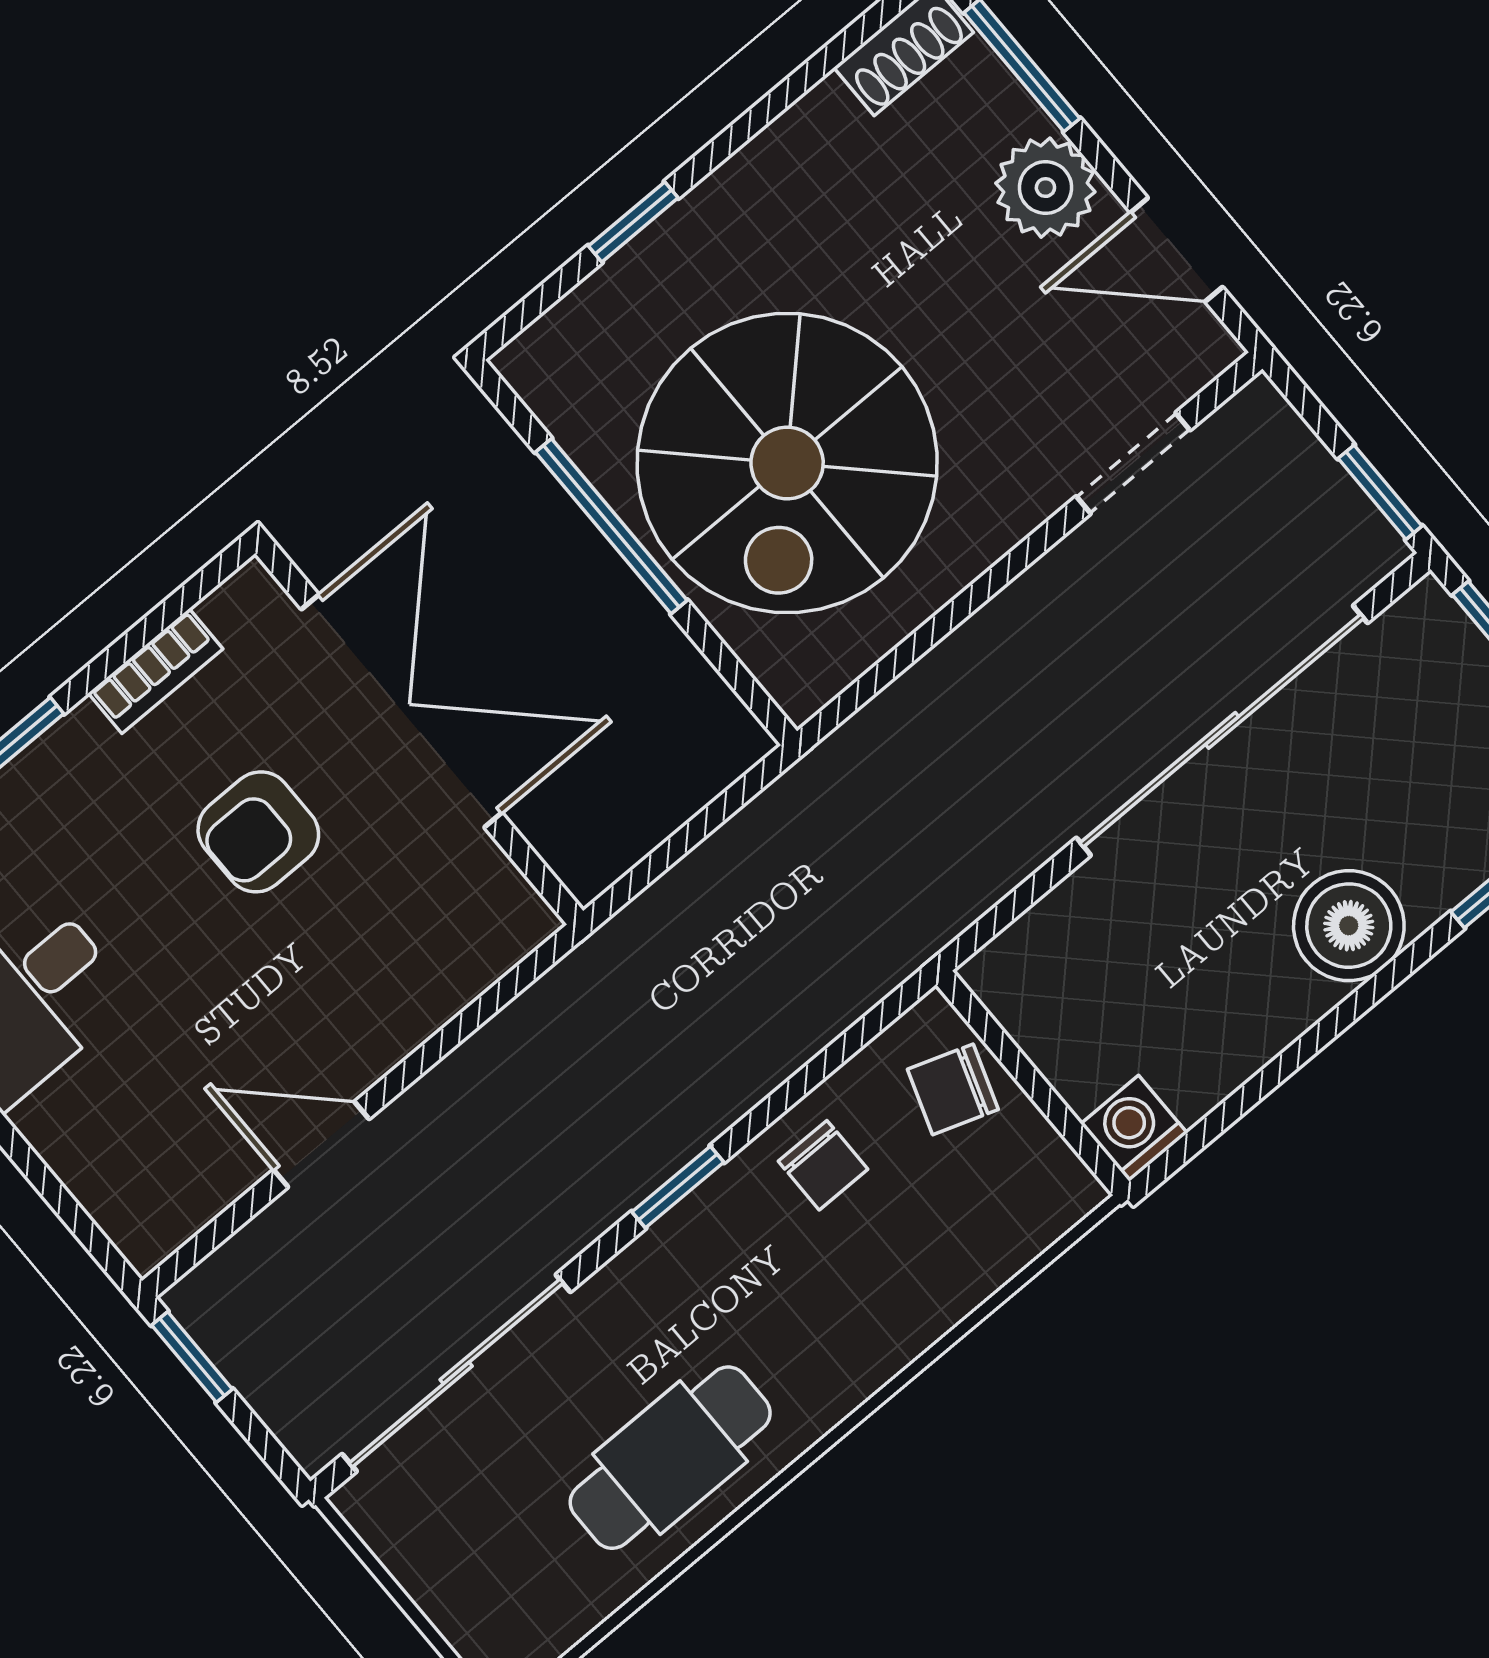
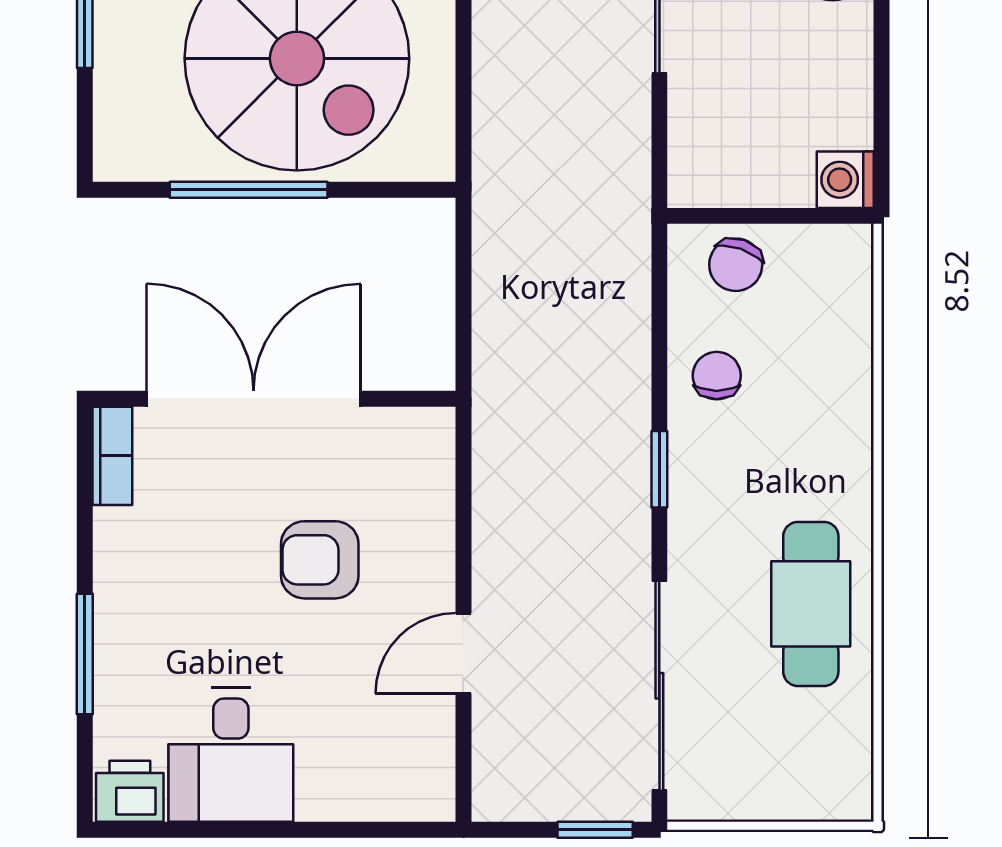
bookcase: (156, 671) -> (112, 456), moved
armchair: (258, 832) -> (320, 560), moved, turned 90
chair: (823, 1165) -> (717, 376), turned -90
window: (192, 1357) -> (595, 830), moved

